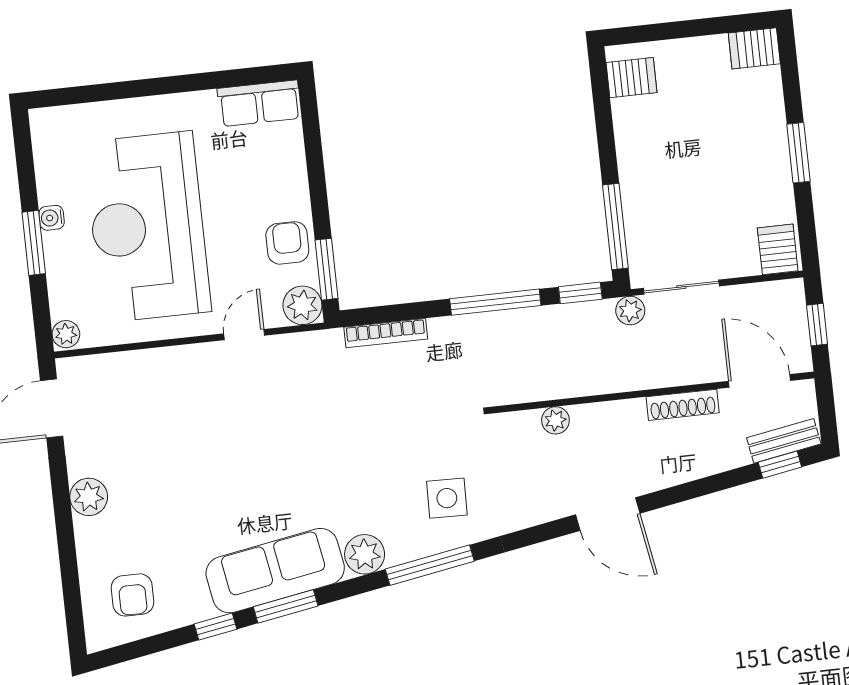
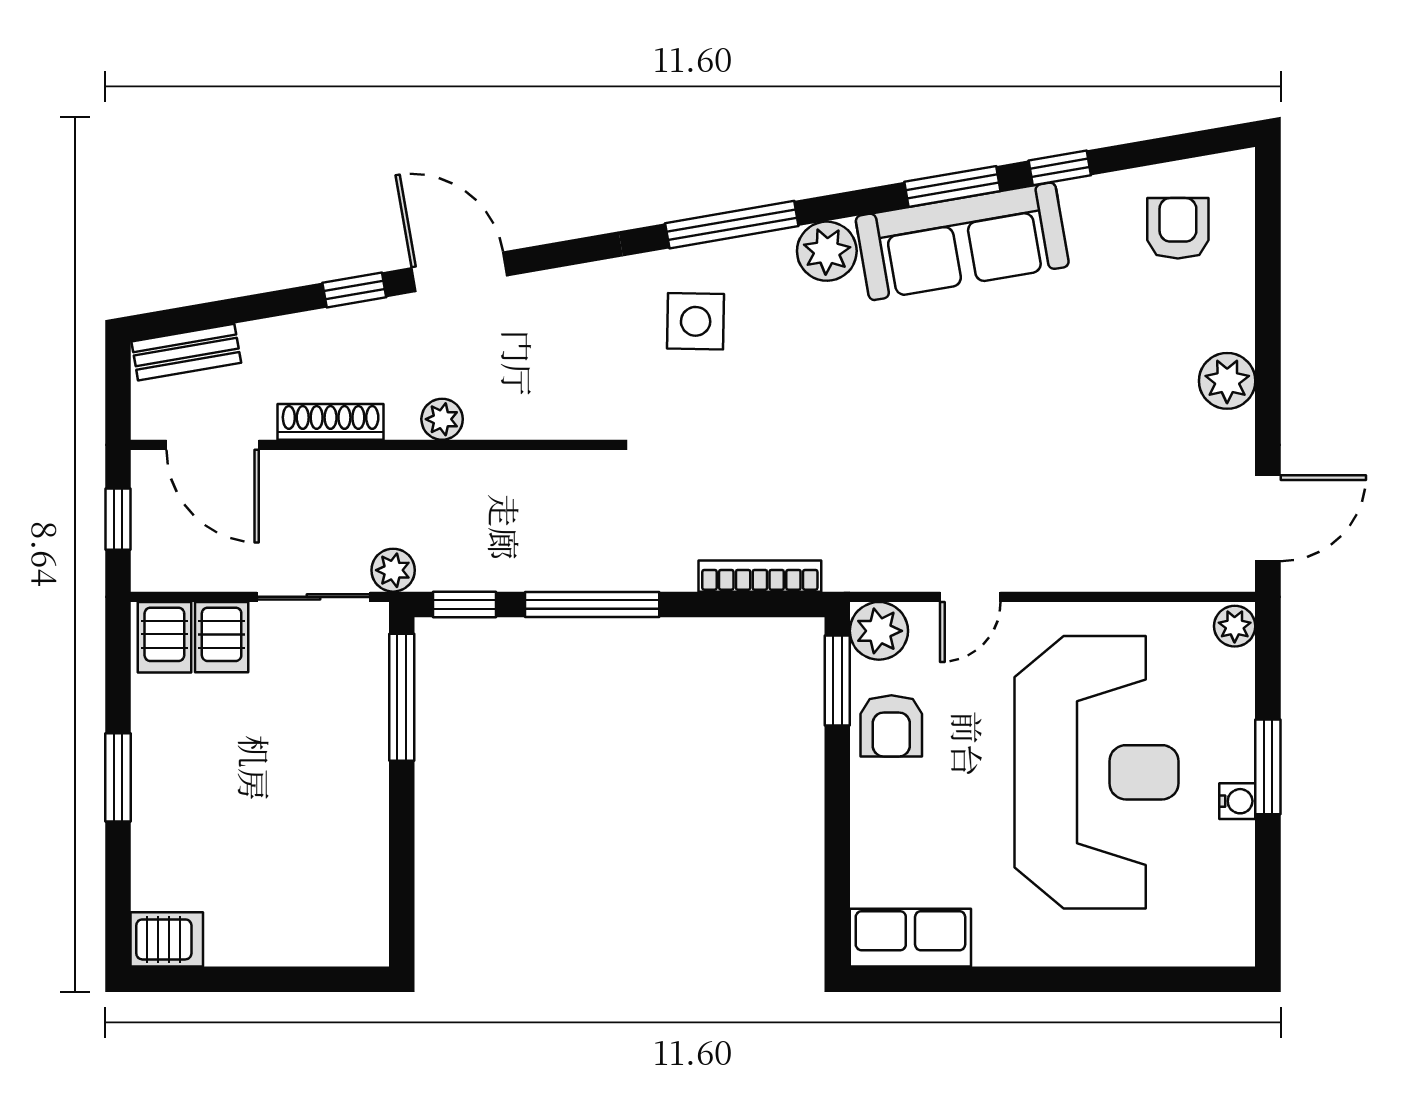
server rack: (631, 78) -> (222, 637), moved, turned -90
plant: (555, 420) -> (442, 419), moved
window: (780, 465) -> (354, 290), moved

